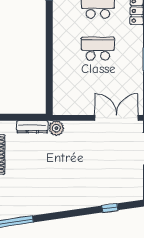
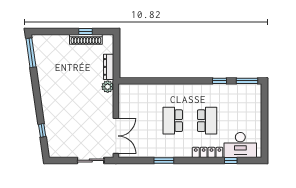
school desk: (98, 49) -> (173, 121), turned 180

